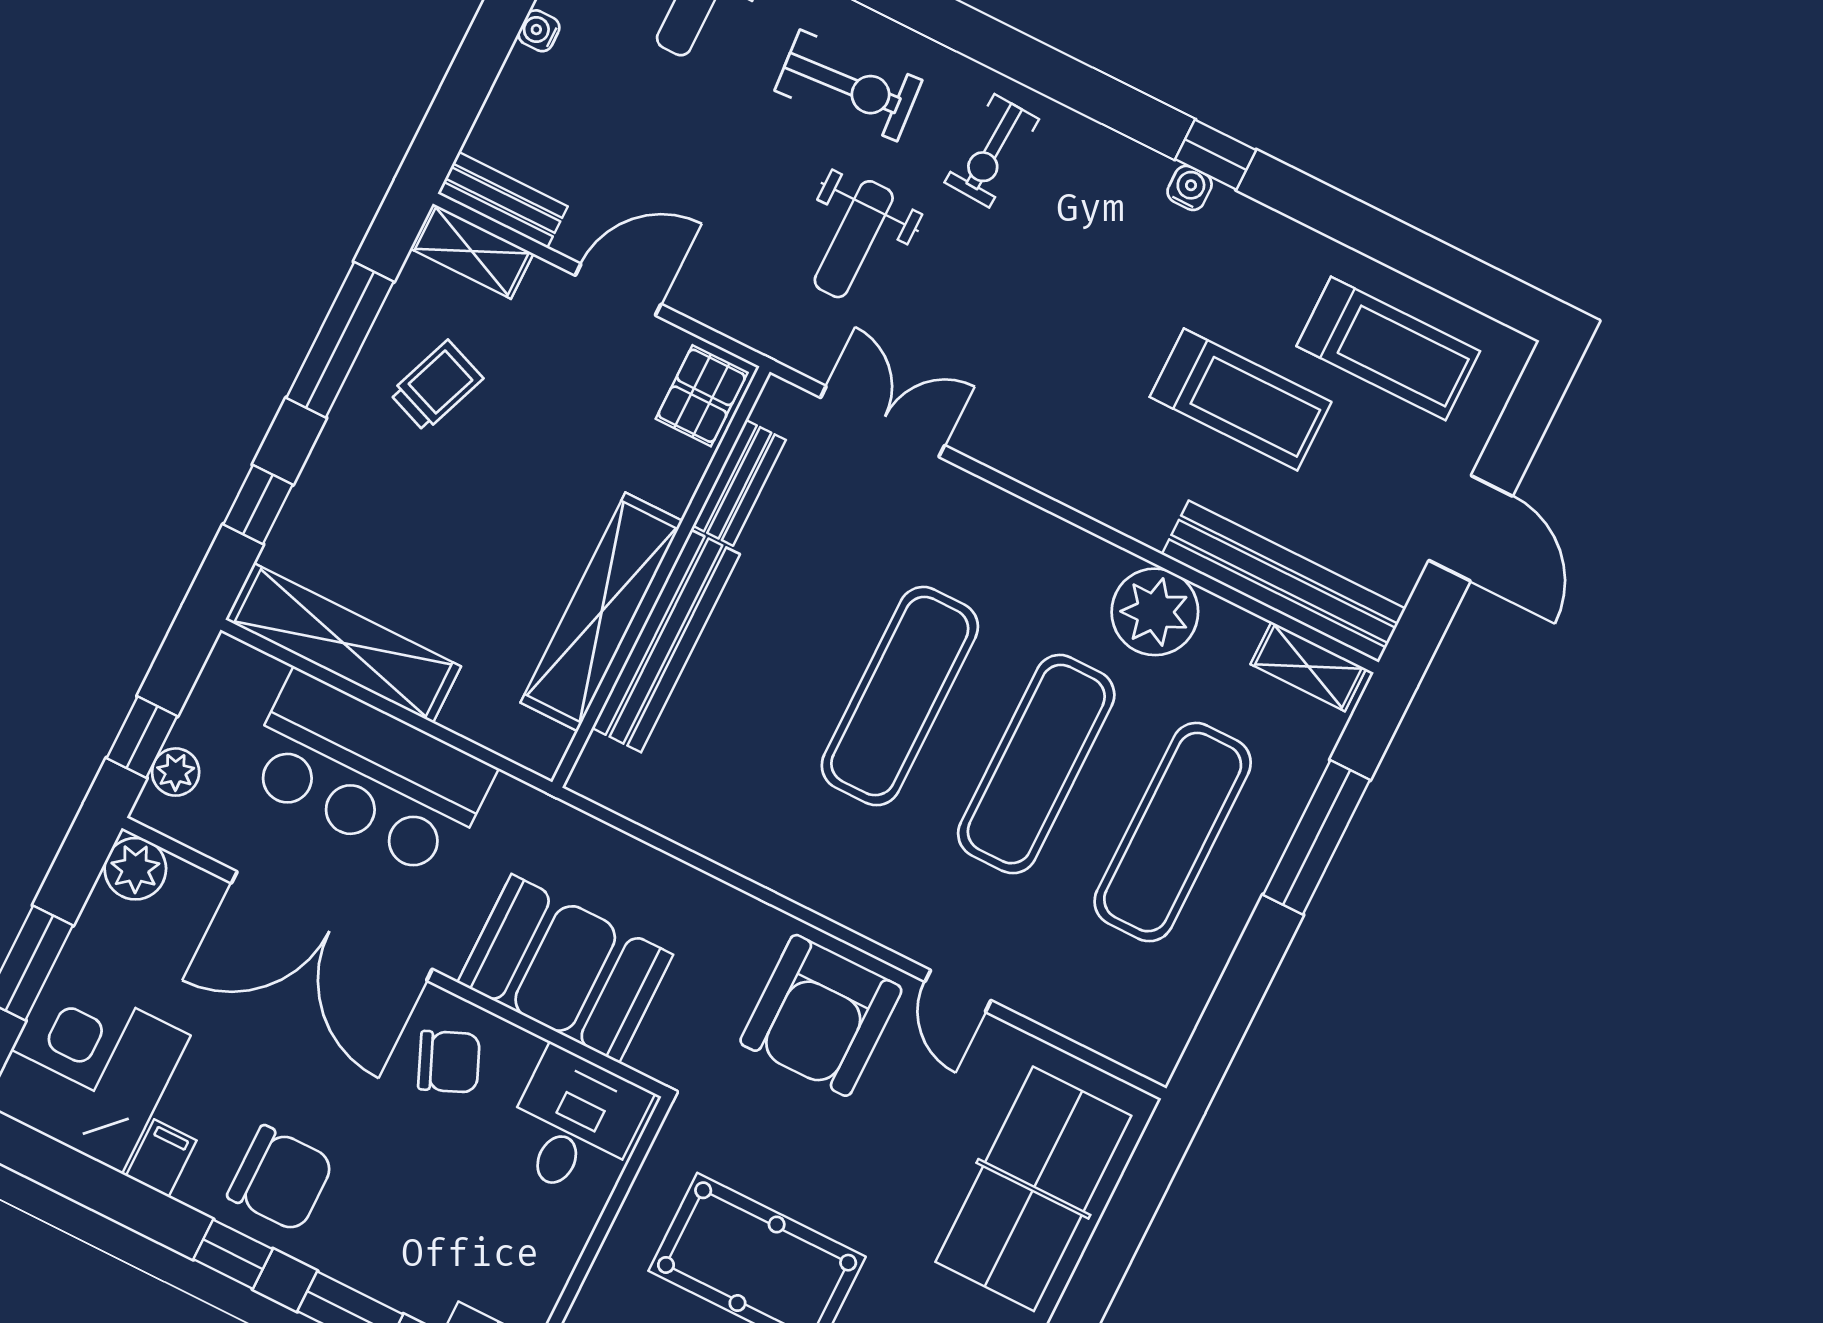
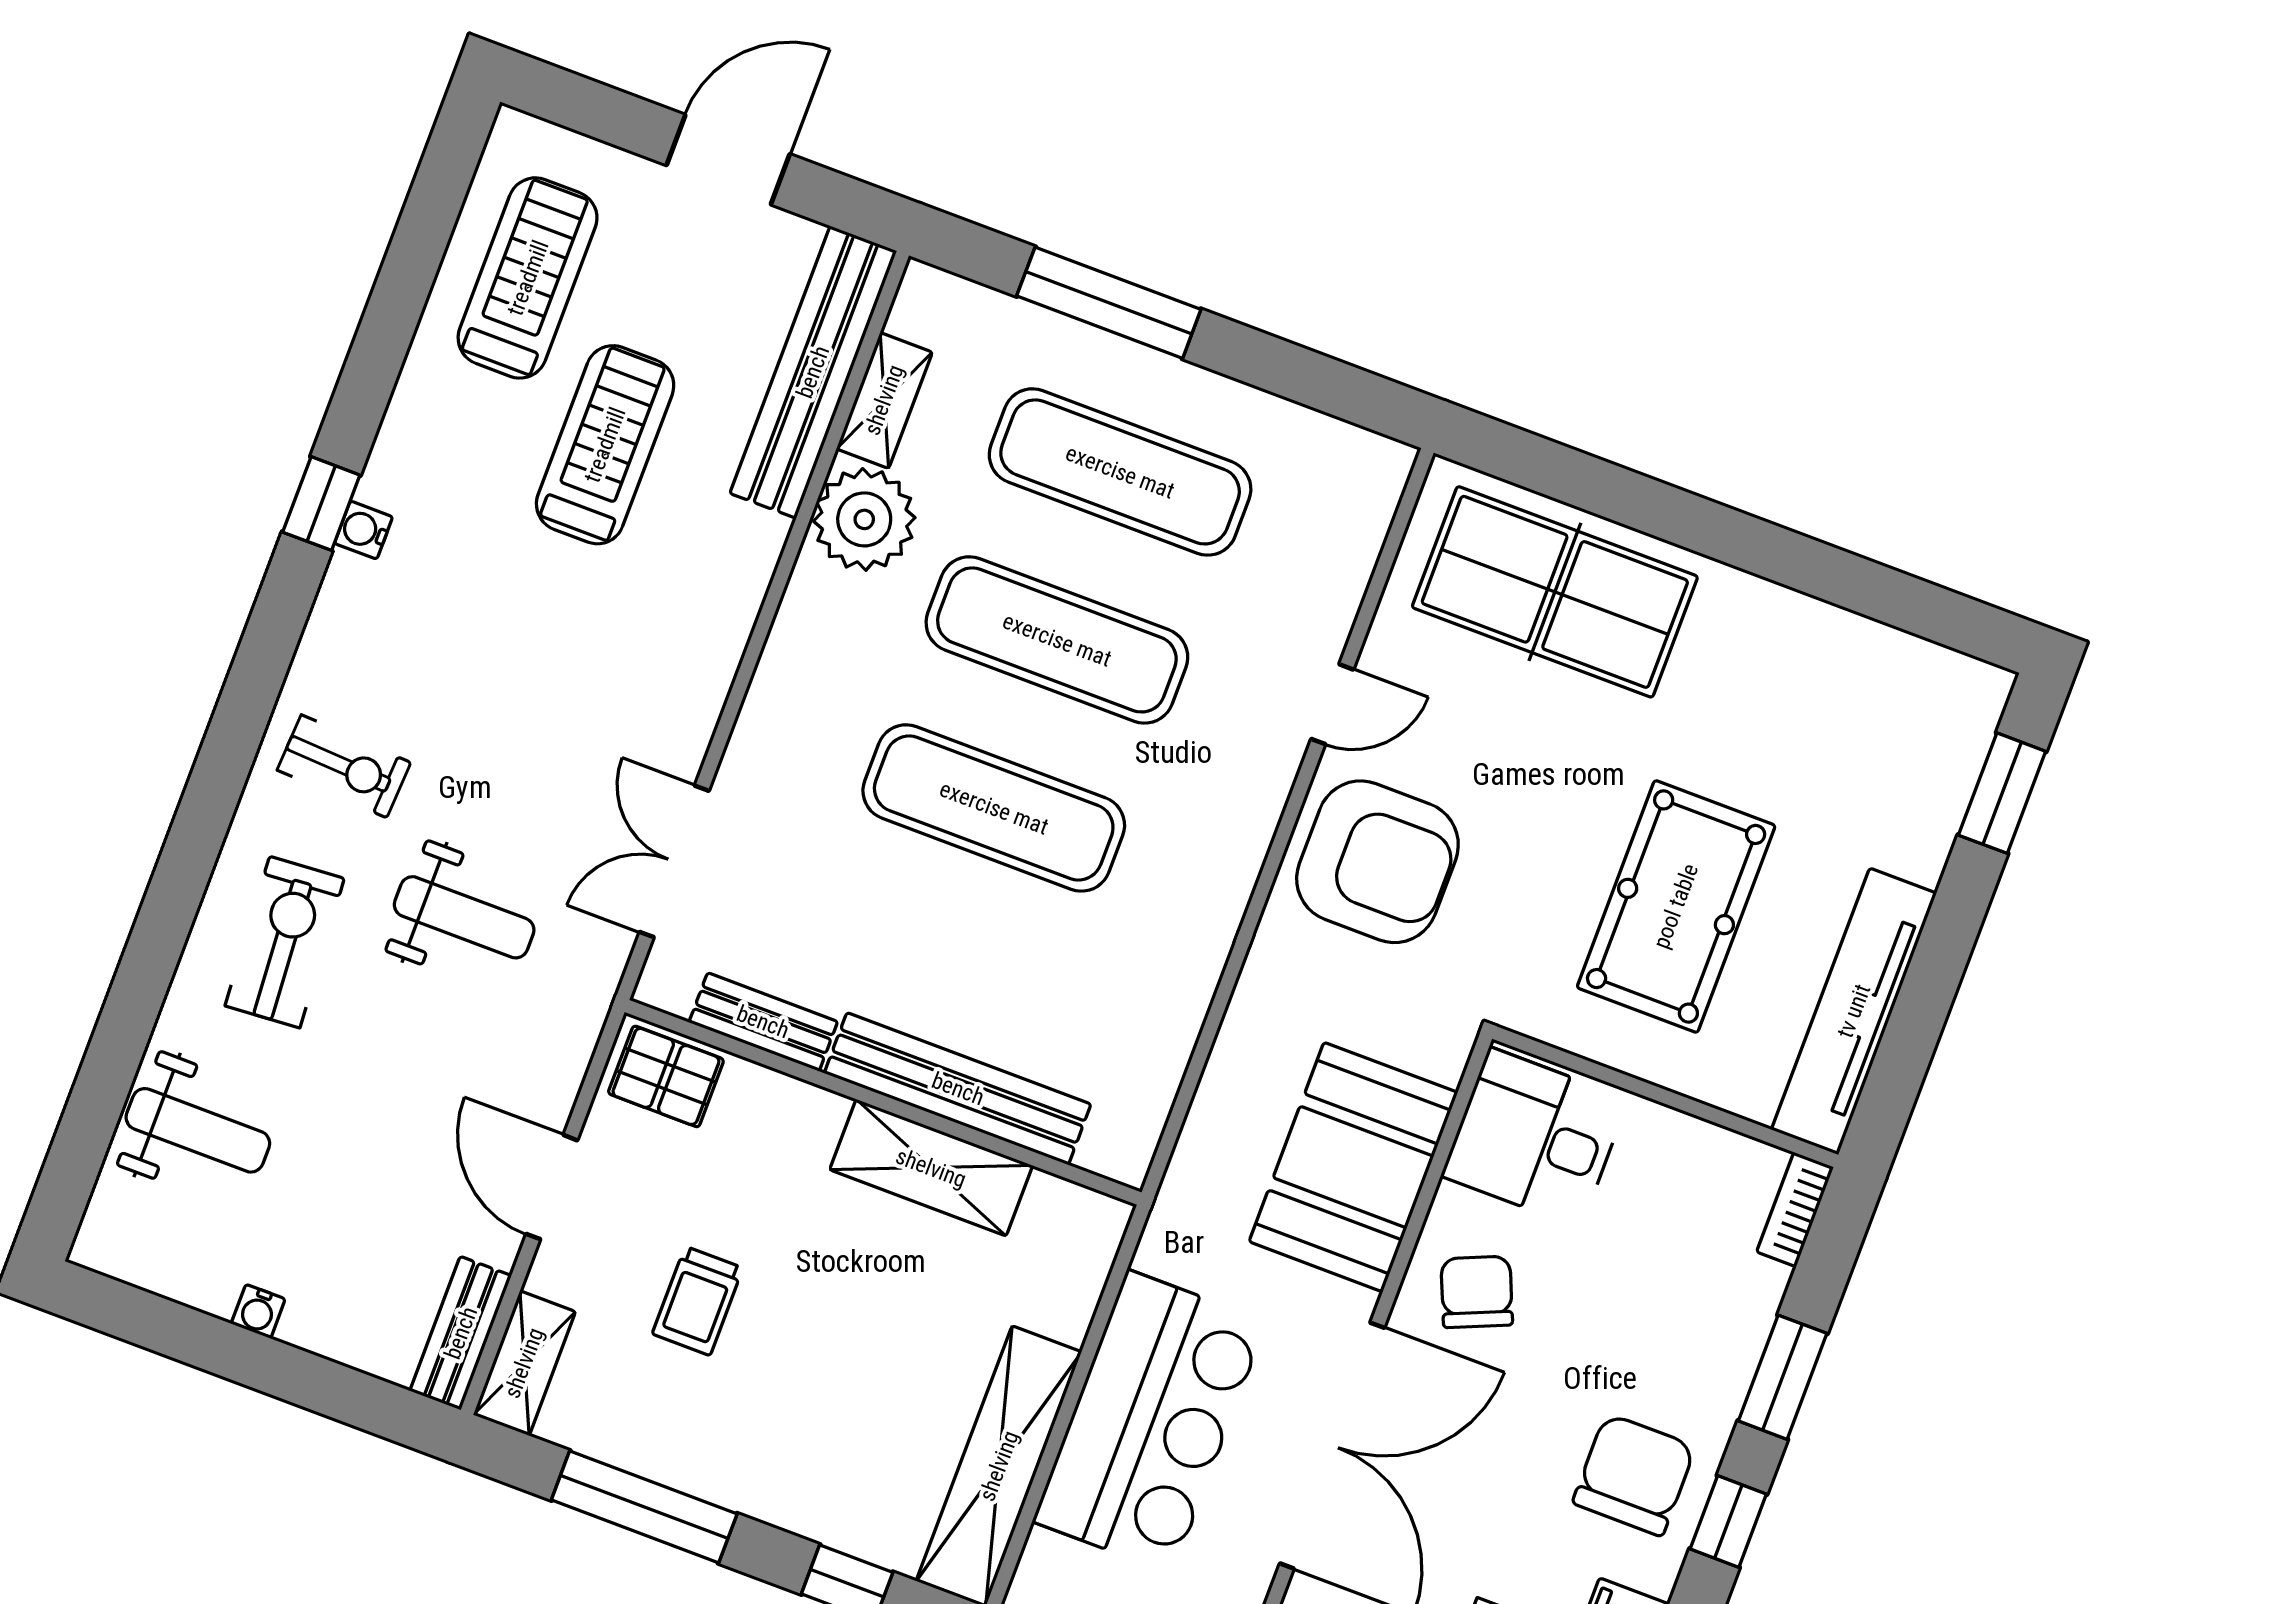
trolley: (436, 386) -> (697, 1301), moved, turned -111
shelving: (602, 612) -> (931, 1168), width x0.68
shelving: (1308, 667) -> (884, 400), moved

